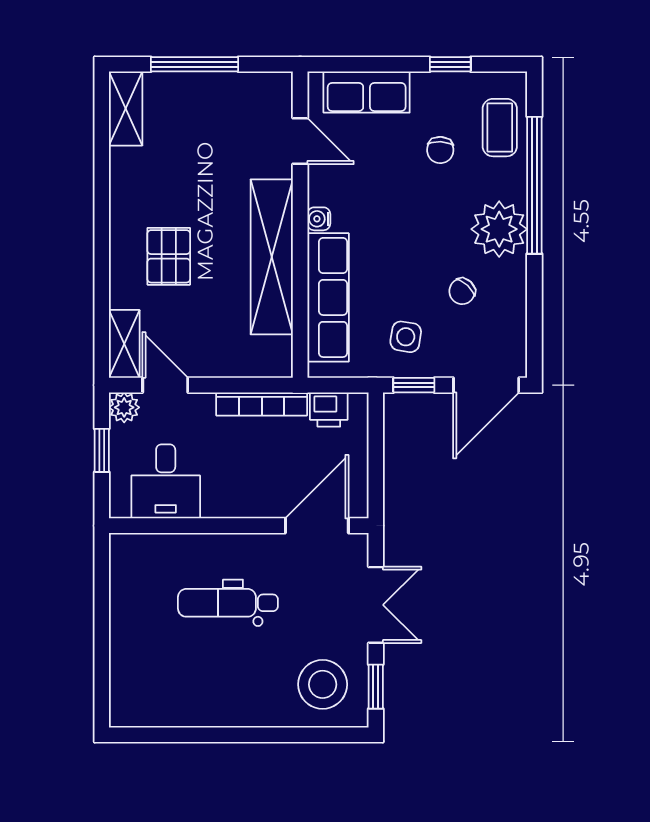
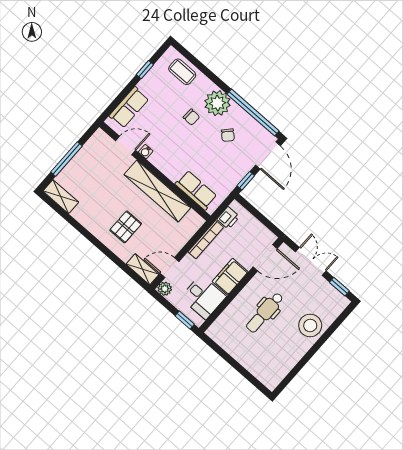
chair: (440, 150) -> (191, 117), moved
window: (534, 185) -> (253, 112), moved
water cooler: (319, 219) -> (146, 152), moved
pallet: (169, 256) -> (126, 227), turned 90
row of seats: (328, 297) -> (196, 190), width x0.68
side table: (406, 337) -> (226, 169), removed
window: (102, 450) -> (185, 320), moved
filing cabinet: (237, 496) -> (230, 277), added
door: (317, 526) -> (265, 258), swing flipped
stool: (323, 684) -> (310, 325), moved

